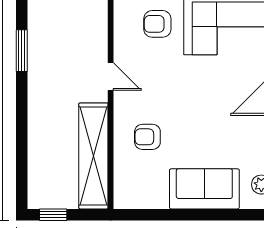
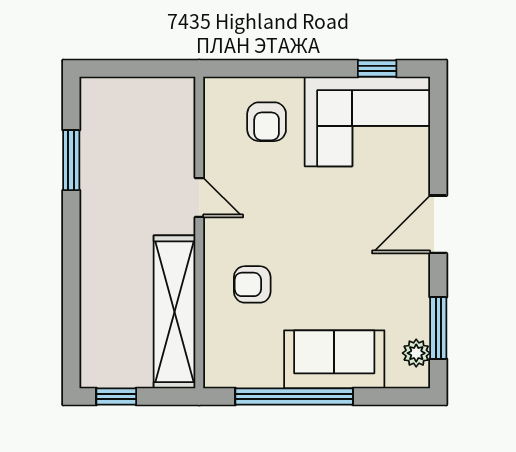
armchair: (157, 24) -> (267, 122), turned -90
window: (176, 215) -> (294, 397), added

